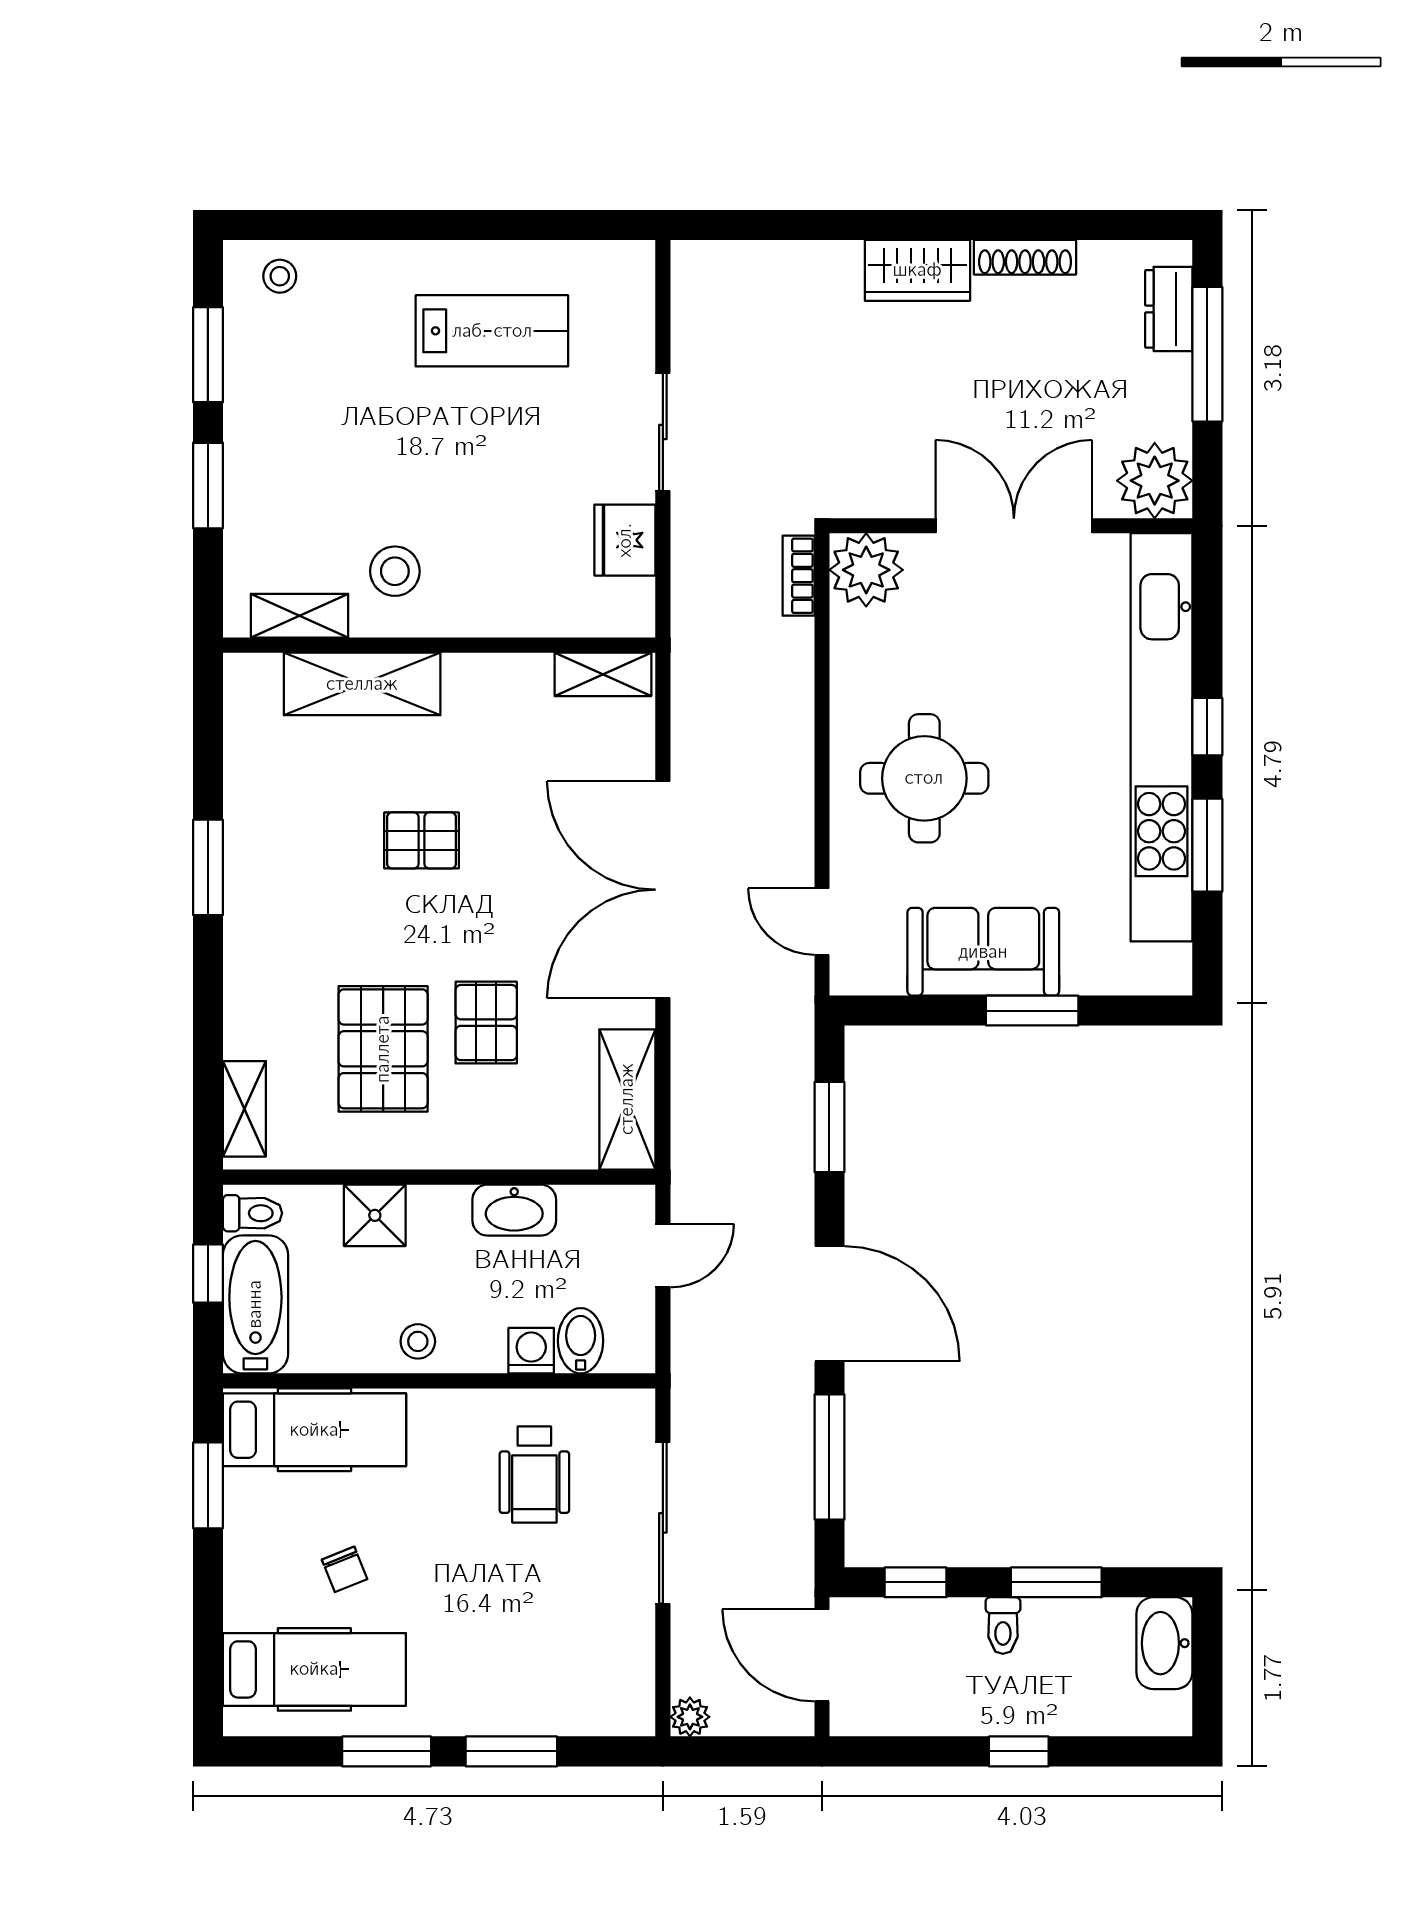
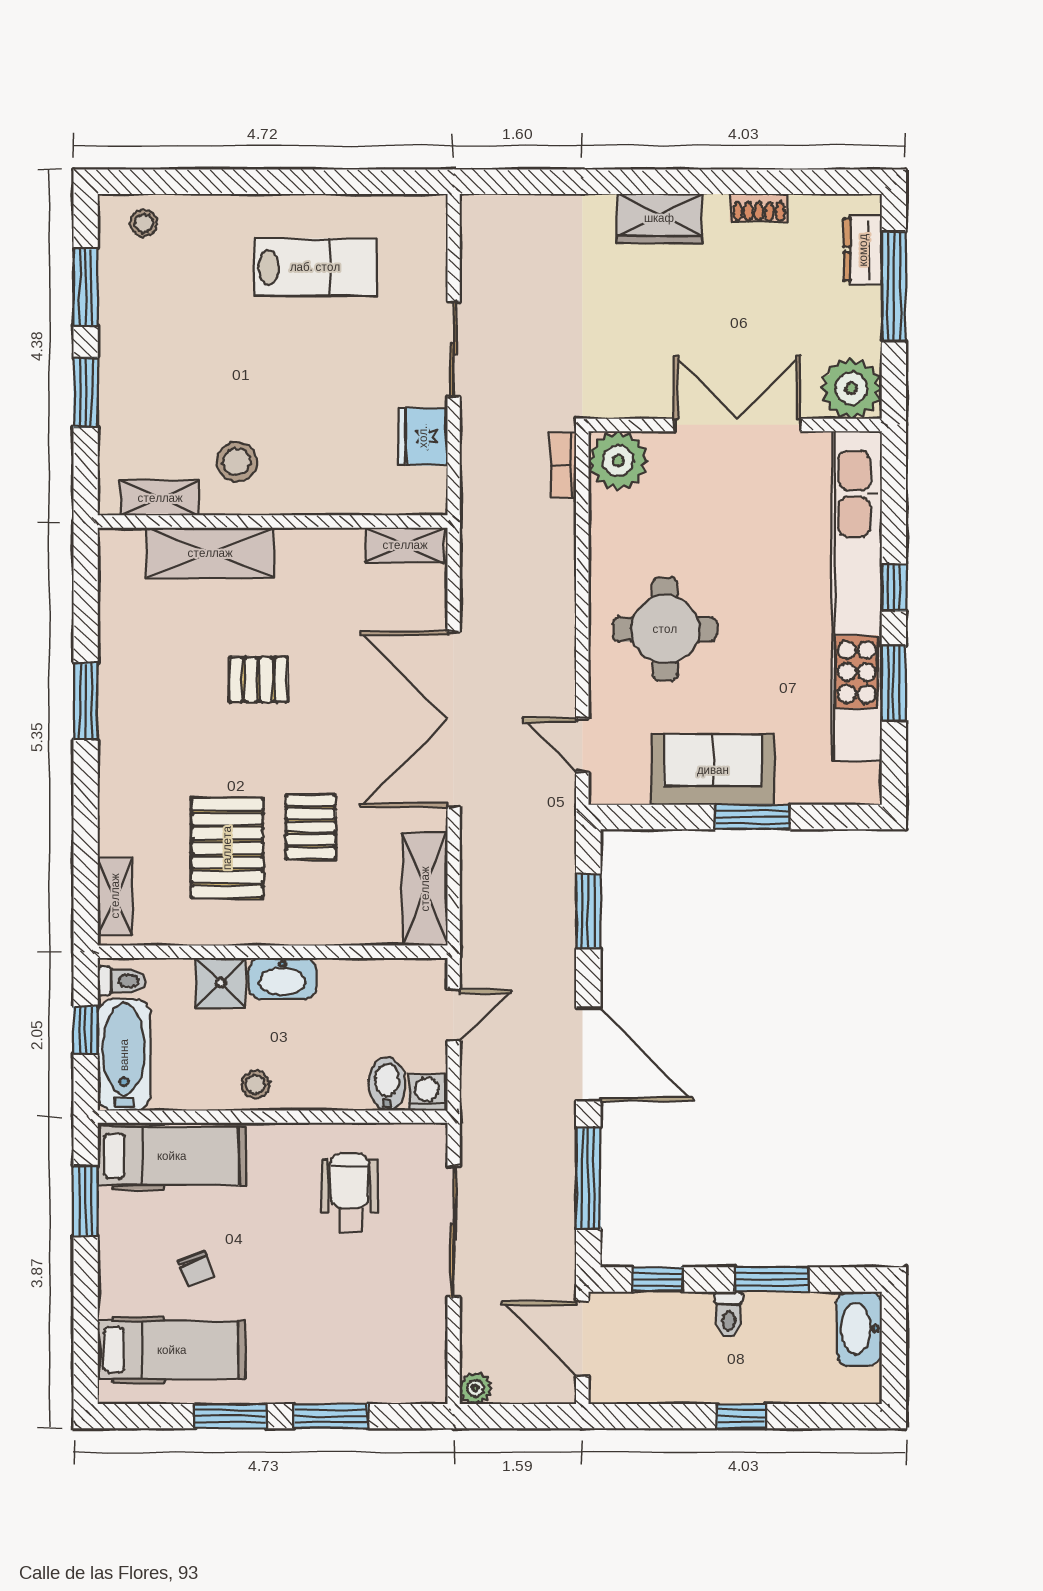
shoe rack: (1025, 257) -> (759, 208), width x0.70
washbasin: (514, 1210) -> (283, 978), moved
washing machine: (531, 1351) -> (427, 1092), moved
wheelchair: (534, 1475) -> (350, 1192), turned 180

